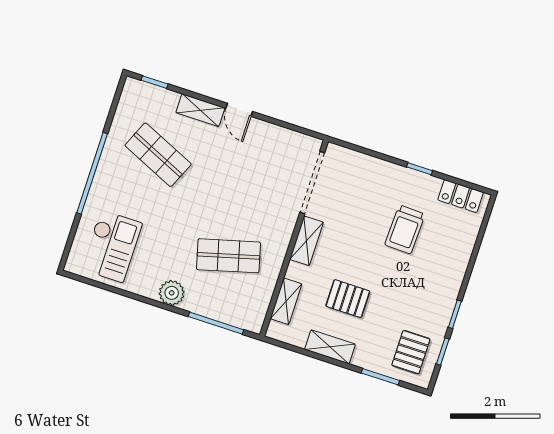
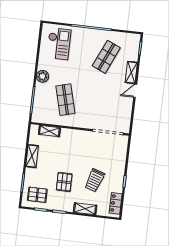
trolley: (405, 229) -> (95, 180), turned -74
shelving: (306, 241) -> (85, 209), moved
checkout: (112, 246) -> (59, 44), turned -90
pallet: (348, 299) -> (64, 182), moved

